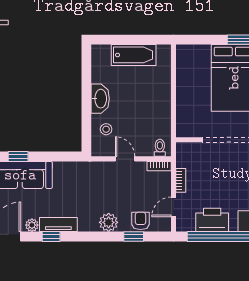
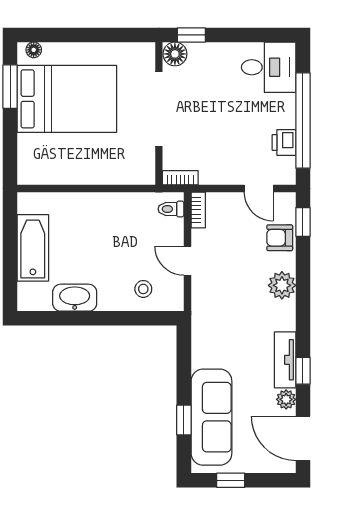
washbasin: (100, 99) -> (75, 298), moved
door: (125, 159) -> (187, 261), hinge flipped
bookcase: (181, 180) -> (180, 178), moved
printer: (212, 220) -> (284, 142), width x0.53, depth x0.68
window: (134, 237) -> (303, 222), moved

